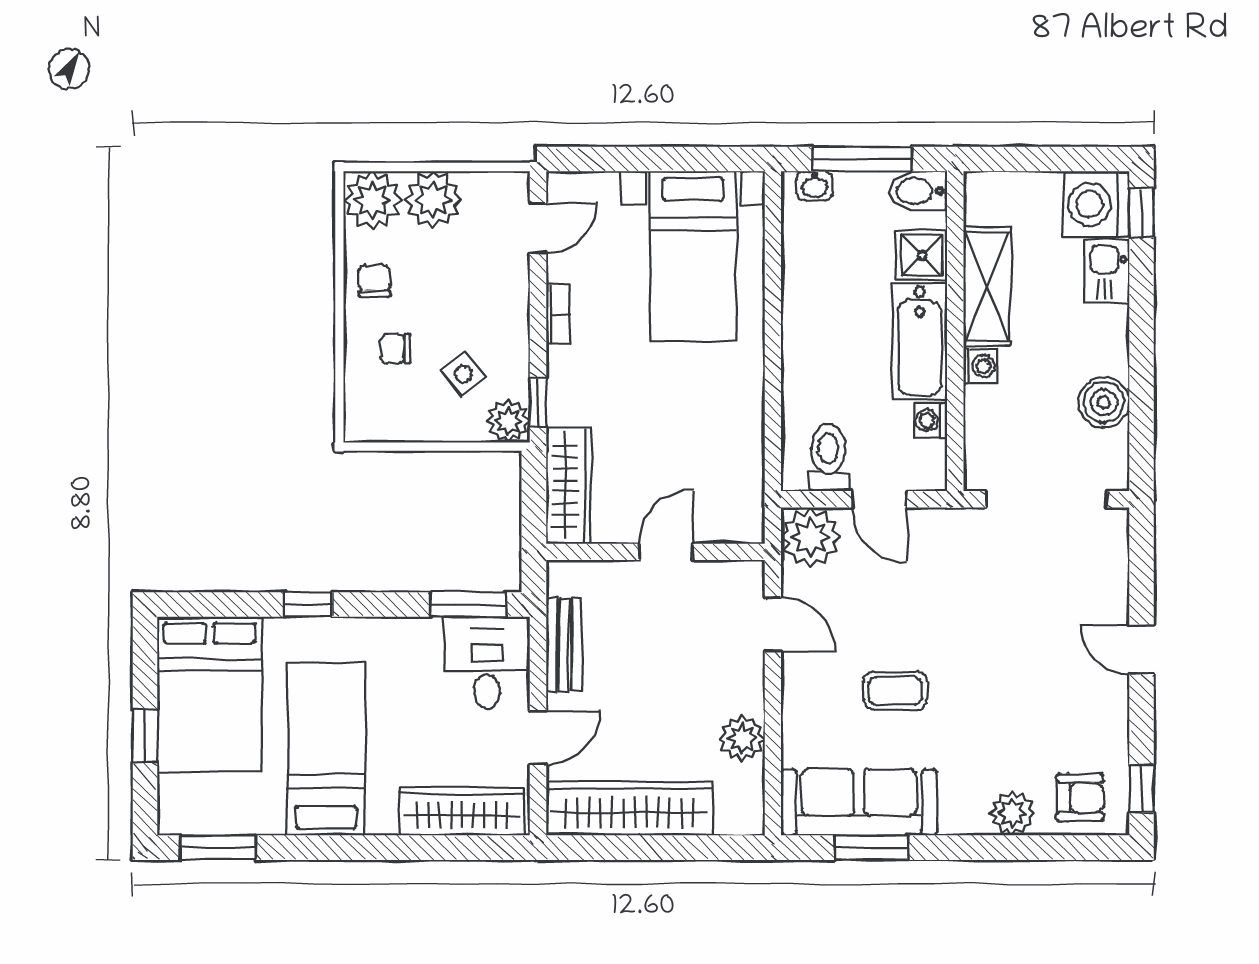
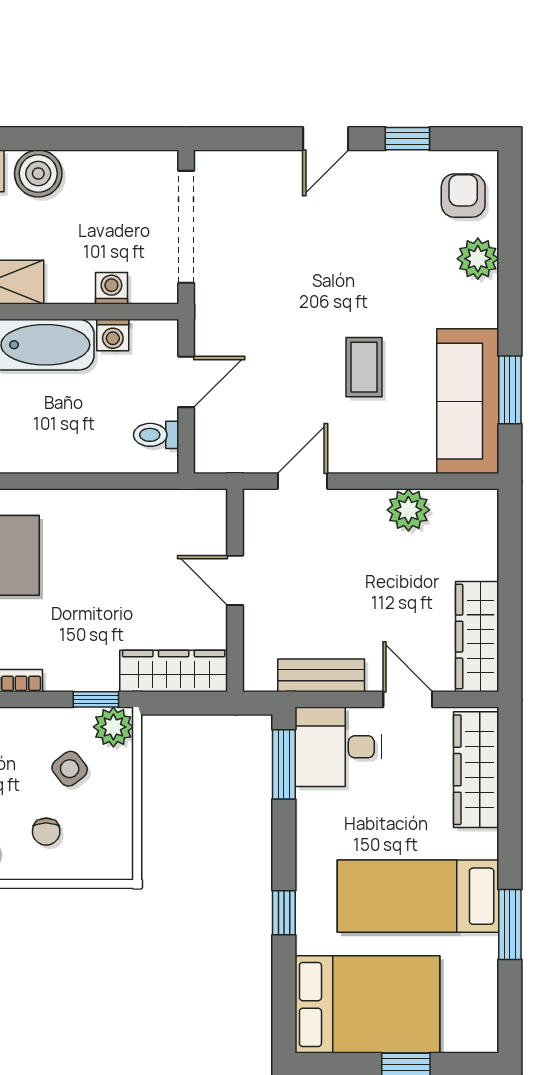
washing machine: (980, 366) -> (111, 288), moved
boiler: (1104, 402) -> (38, 173), moved
toilet: (828, 458) -> (156, 435), width x0.73, depth x0.72
plant: (811, 537) -> (221, 446), removed
window: (1142, 789) -> (407, 139), moved
wardrobe: (629, 808) -> (477, 637), width x0.71, depth x0.85
window: (218, 848) -> (510, 924), moved

